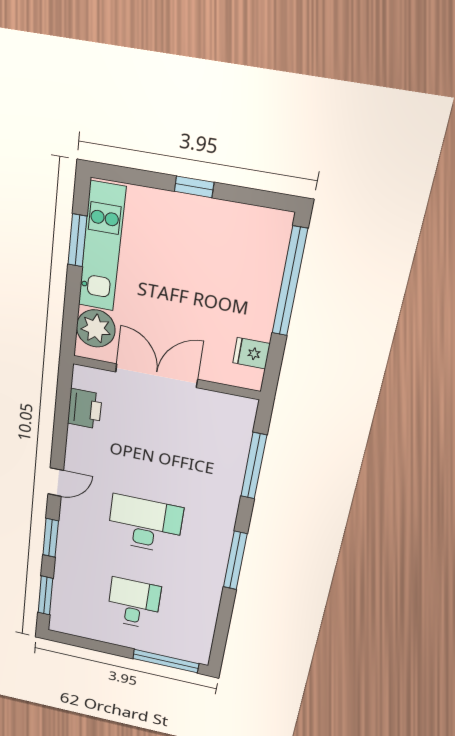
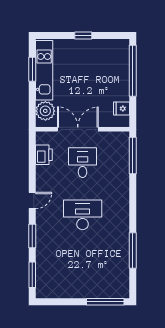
window: (254, 466) -> (133, 155), moved
window: (235, 561) -> (133, 251), moved
desk: (134, 603) -> (83, 163), moved

